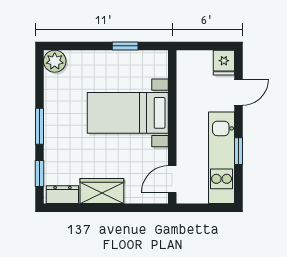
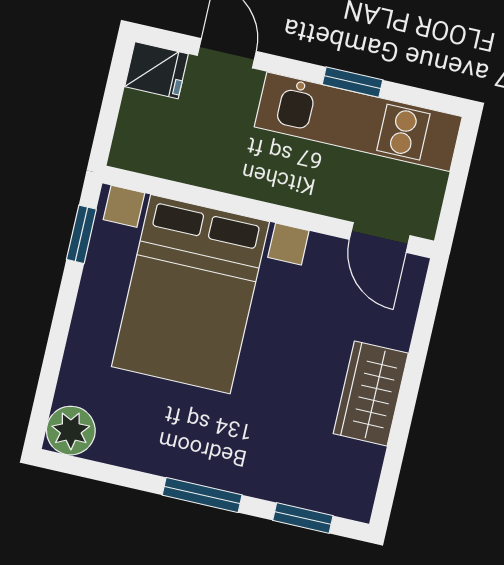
window: (125, 46) -> (81, 234), moved
bed with nightstands: (128, 113) -> (190, 294), width x1.36
dresser: (62, 195) -> (359, 479), removed

